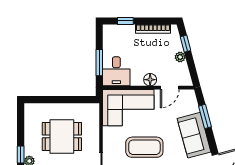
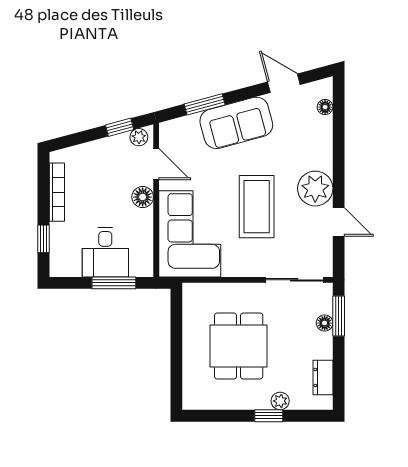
window: (185, 44) -> (120, 127), moved
plant: (180, 57) -> (139, 137), moved
desk: (116, 71) -> (105, 252), moved, turned 90

